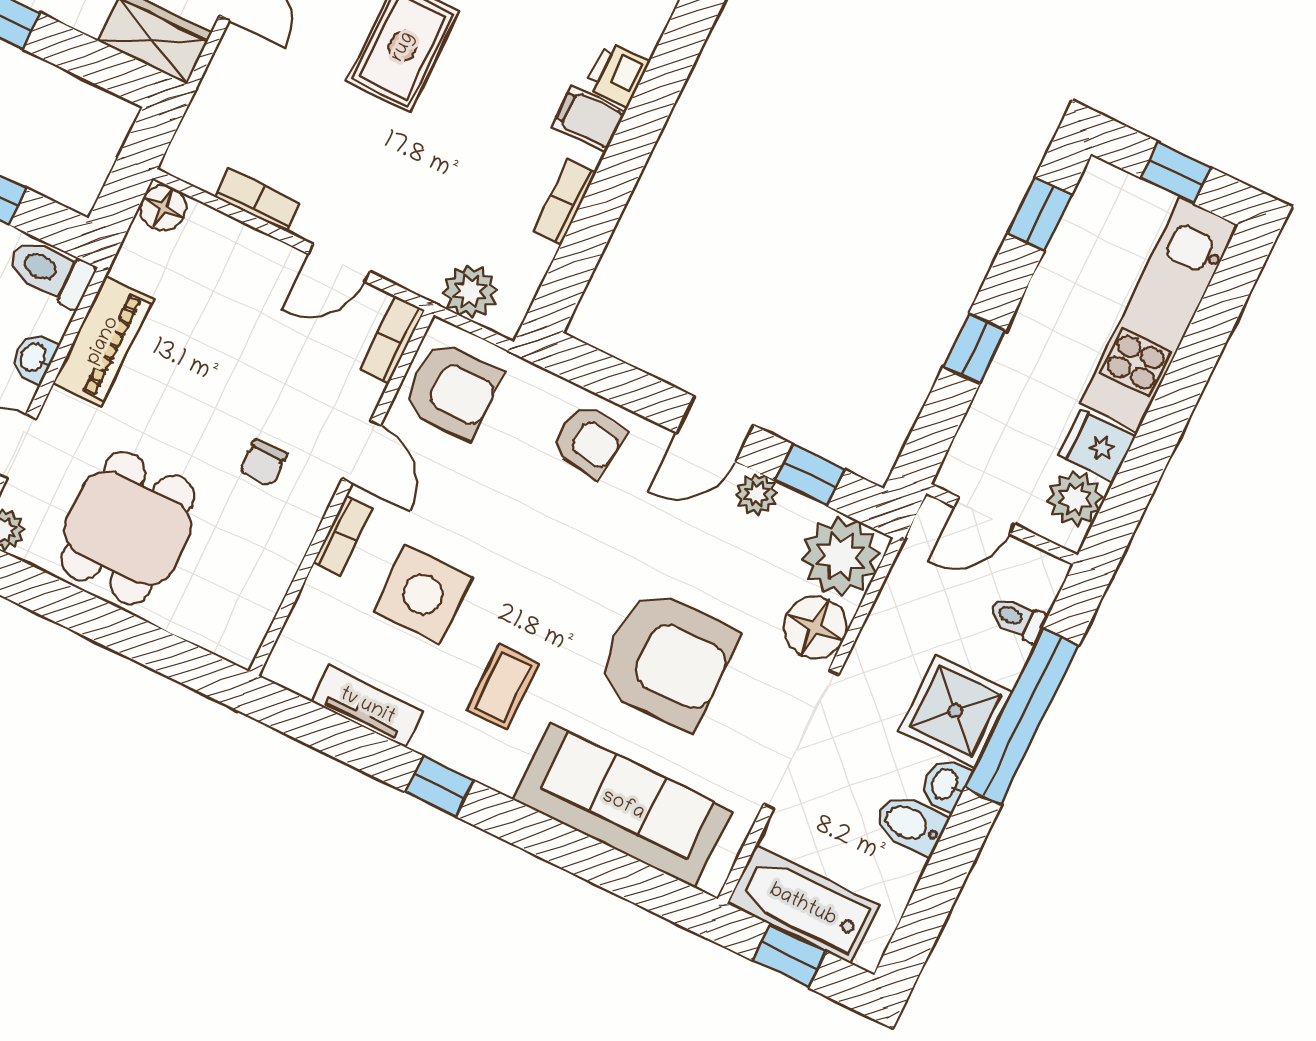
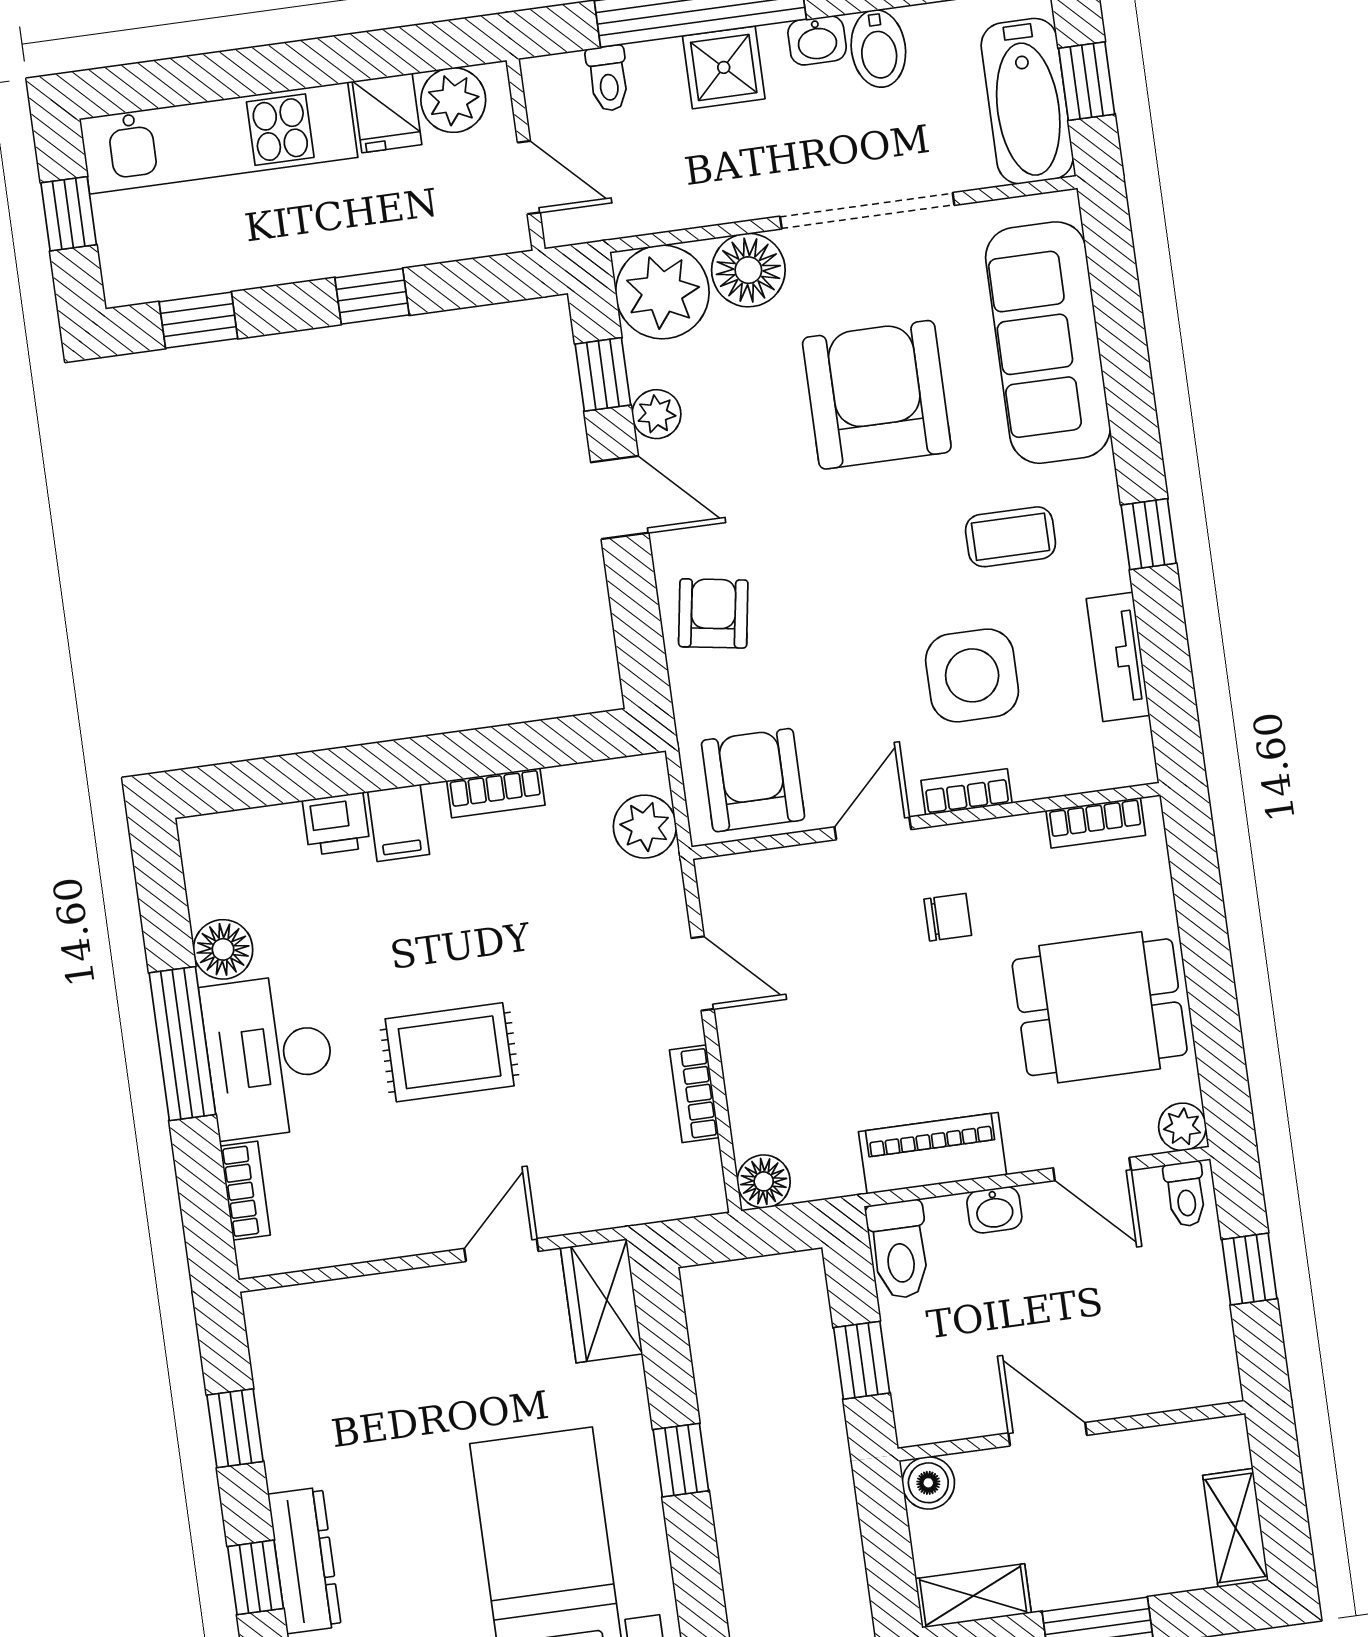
bookcase: (392, 340) -> (1096, 823), moved
shower: (955, 711) -> (724, 67), width x0.73, depth x0.73

